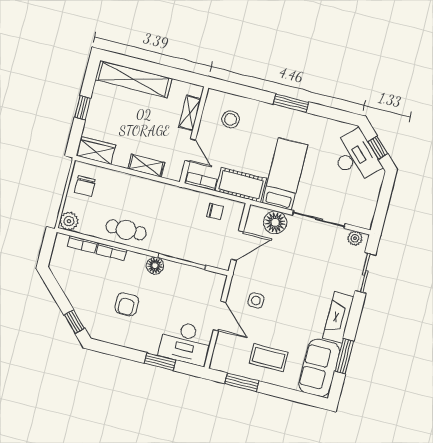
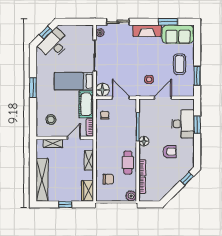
chair: (85, 186) -> (108, 179), moved
floor lamp: (275, 222) -> (102, 90), moved
desk: (185, 343) -> (183, 124), moved

